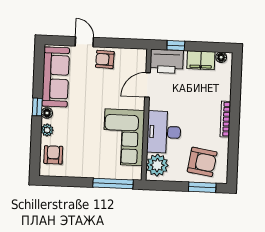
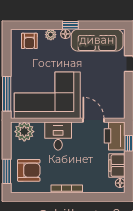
armchair: (105, 59) -> (114, 82), removed
desk: (164, 132) -> (58, 136), width x0.73
corner sofa: (124, 137) -> (47, 95), width x1.36, depth x1.36
armchair: (53, 155) -> (29, 41), turned 90
armchair: (202, 162) -> (29, 170), turned -99

